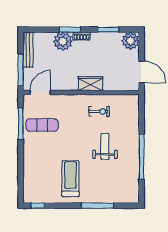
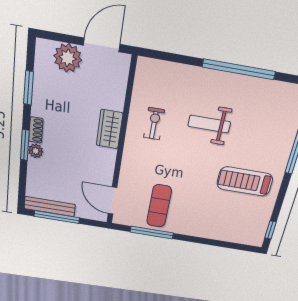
plant: (63, 41) -> (36, 151), width x0.53, depth x0.53
plant: (130, 41) -> (68, 58), moved
window: (21, 70) -> (57, 217), moved

